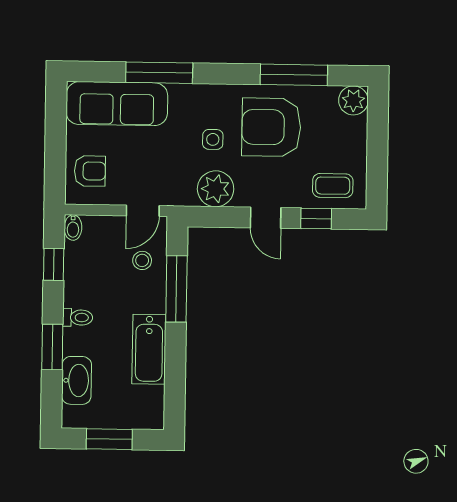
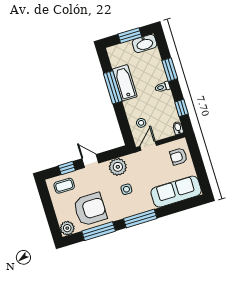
window: (159, 73) -> (140, 218), moved
armchair: (271, 127) -> (90, 209), moved
window: (176, 289) -> (113, 87), moved
washbasin: (77, 380) -> (145, 44), moved, turned -90

